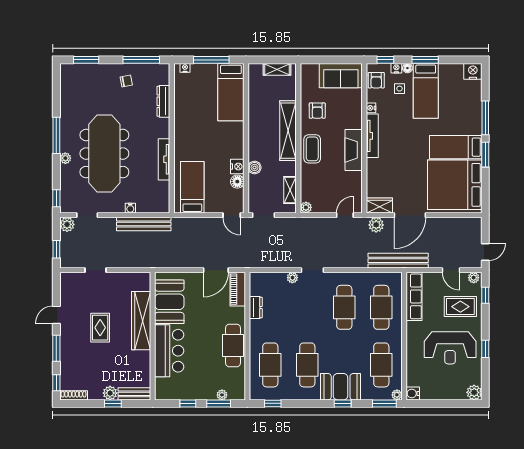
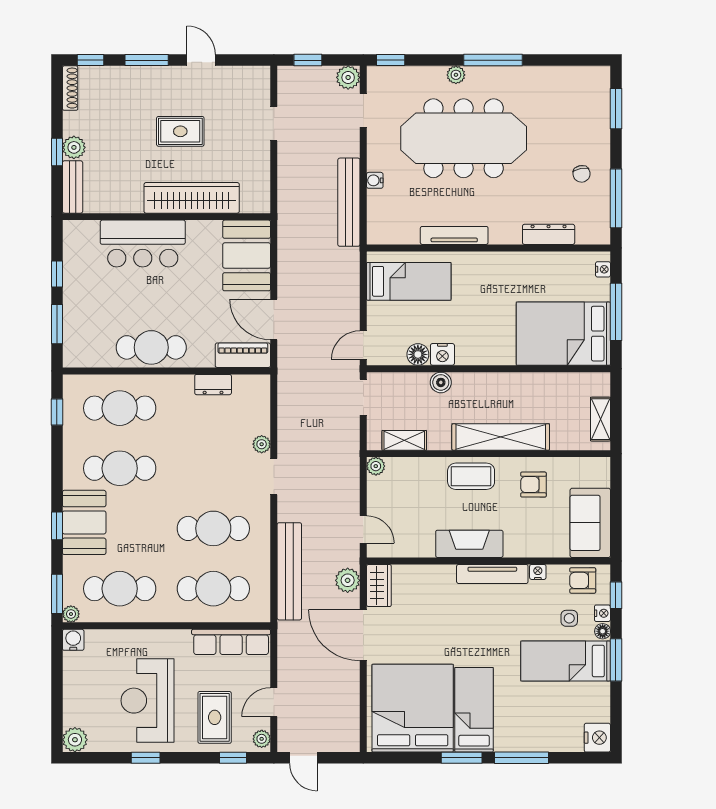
bed: (231, 92) -> (563, 334), width x1.50
bench: (398, 261) -> (289, 571), moved
booth: (169, 302) -> (247, 255), moved, turned 90
plant: (222, 395) -> (71, 329), removed

